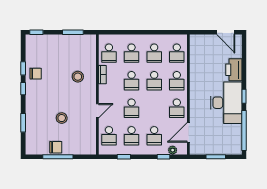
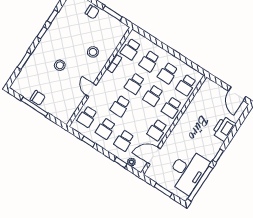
chair: (36, 74) -> (92, 12), moved
desk: (226, 103) -> (188, 171), moved
door: (97, 111) -> (91, 90), swing flipped
stool: (62, 118) -> (60, 65), moved

